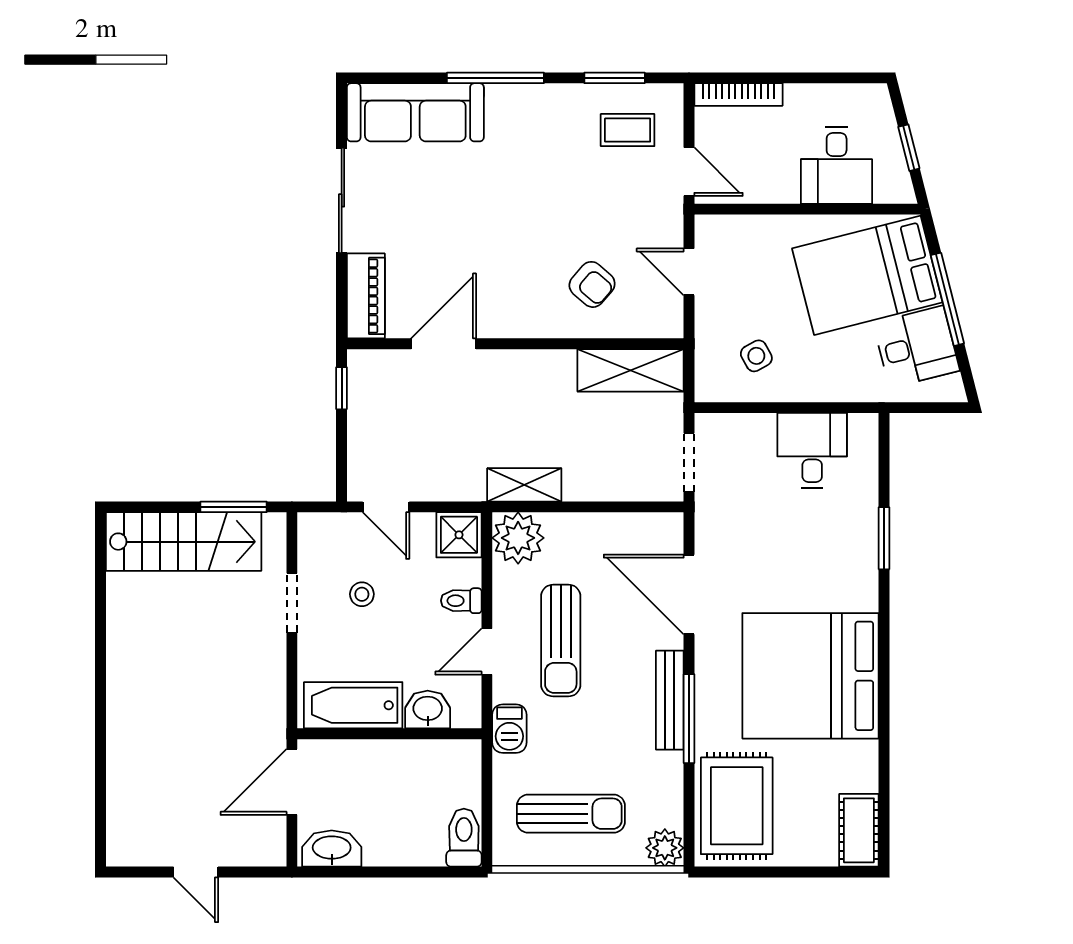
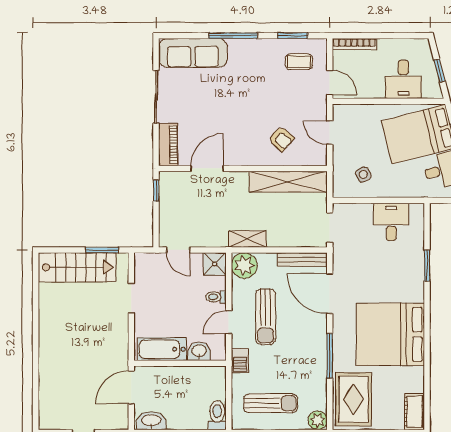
shelving: (631, 370) -> (288, 182), width x1.47
stool: (362, 594) -> (166, 294), removed
bench: (670, 700) -> (302, 260), moved, turned 90

